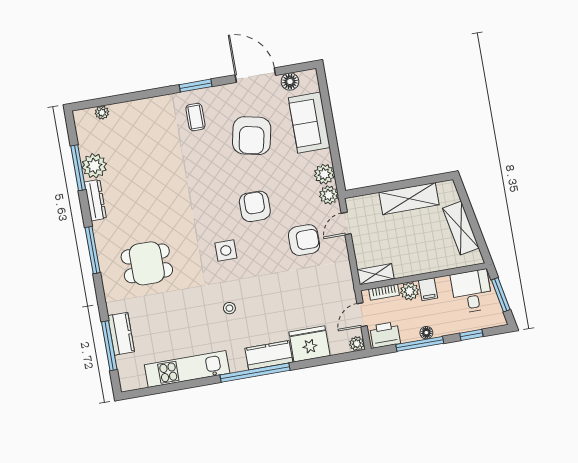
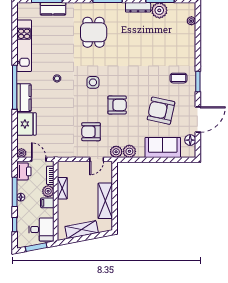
door: (346, 224) -> (97, 159), swing flipped
armchair: (304, 240) -> (91, 132), turned 90
shelving: (375, 274) -> (62, 188), moved

